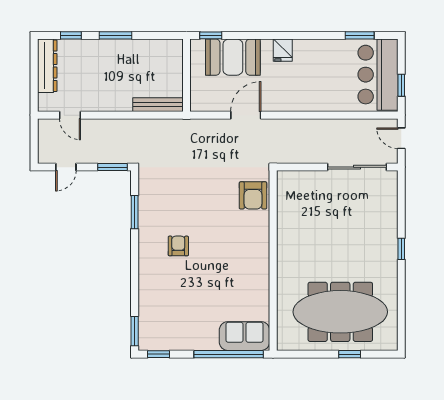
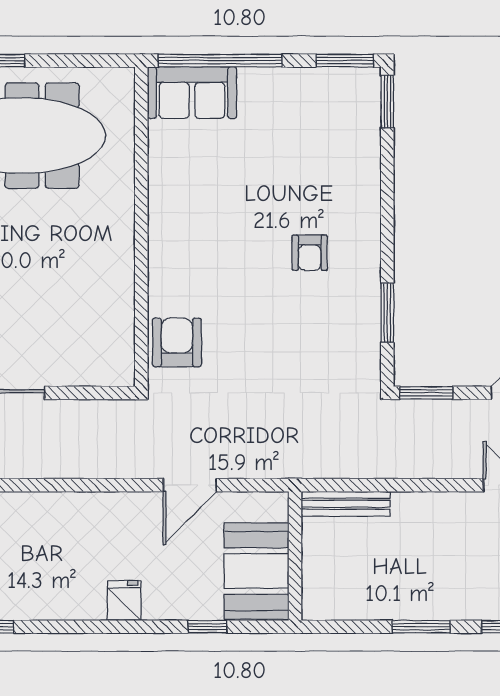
window: (211, 35) -> (207, 627), moved
booth: (233, 57) -> (257, 571), moved, turned 90
window: (159, 354) -> (345, 61), width x1.50

